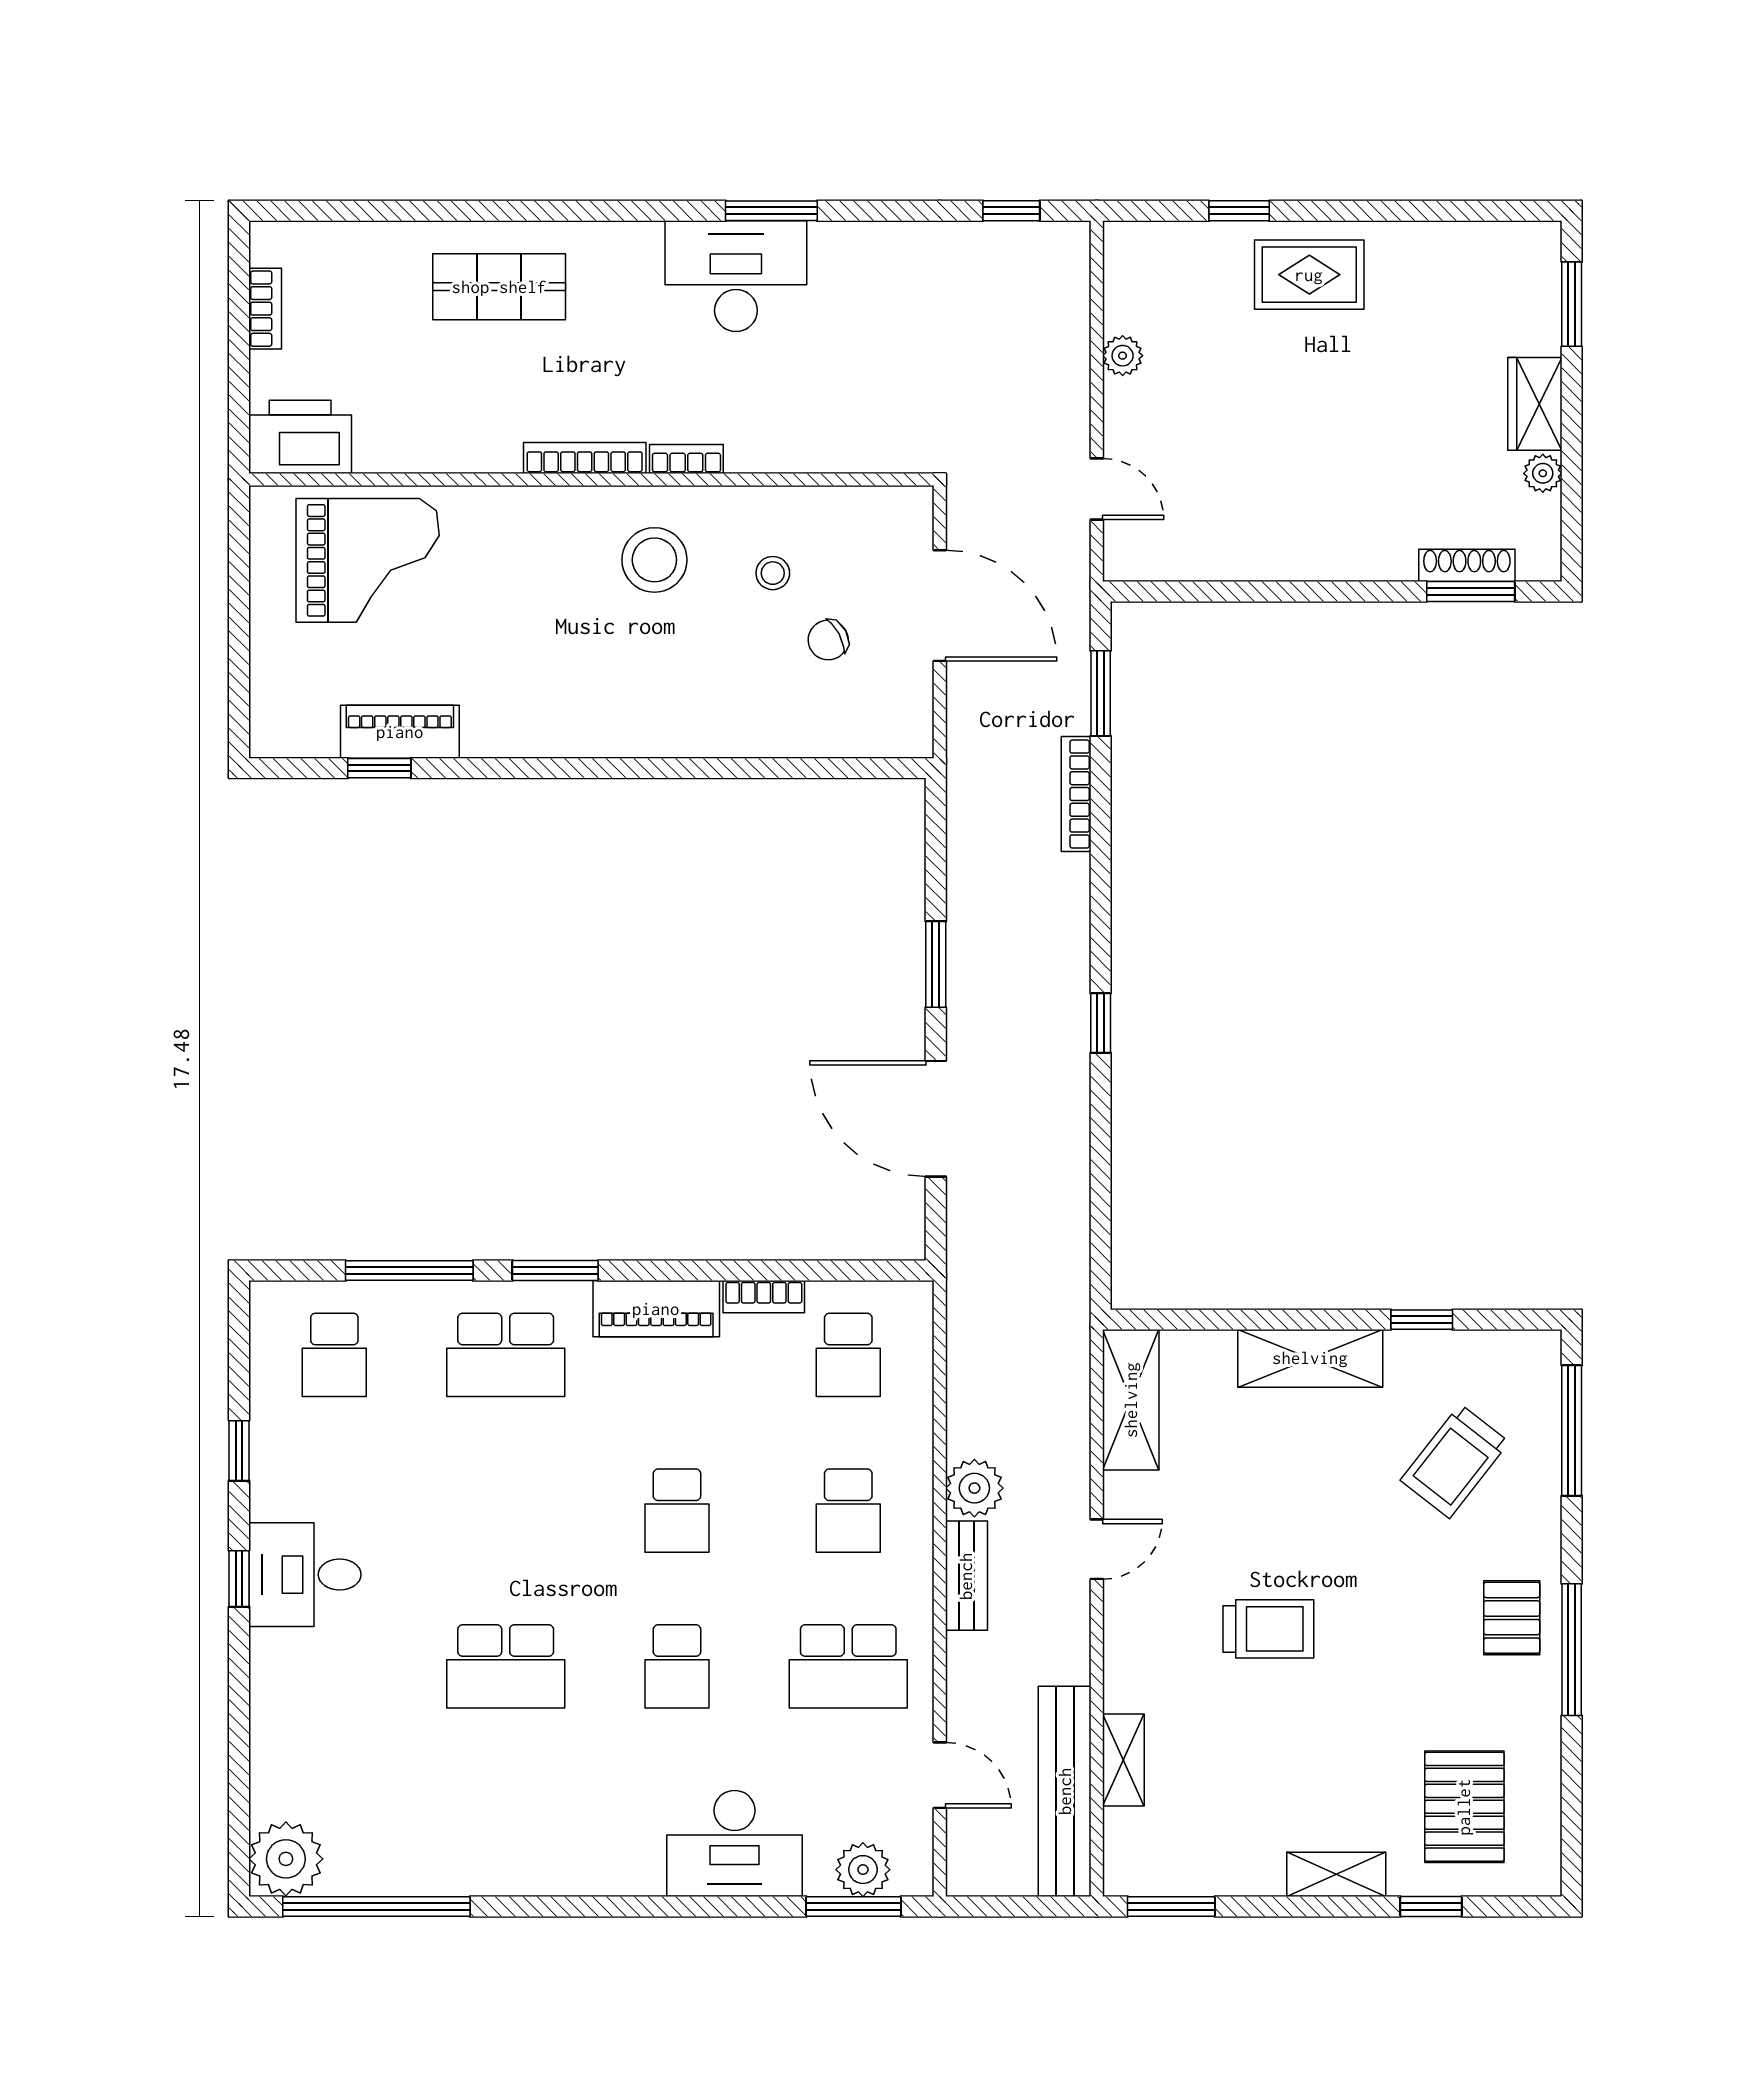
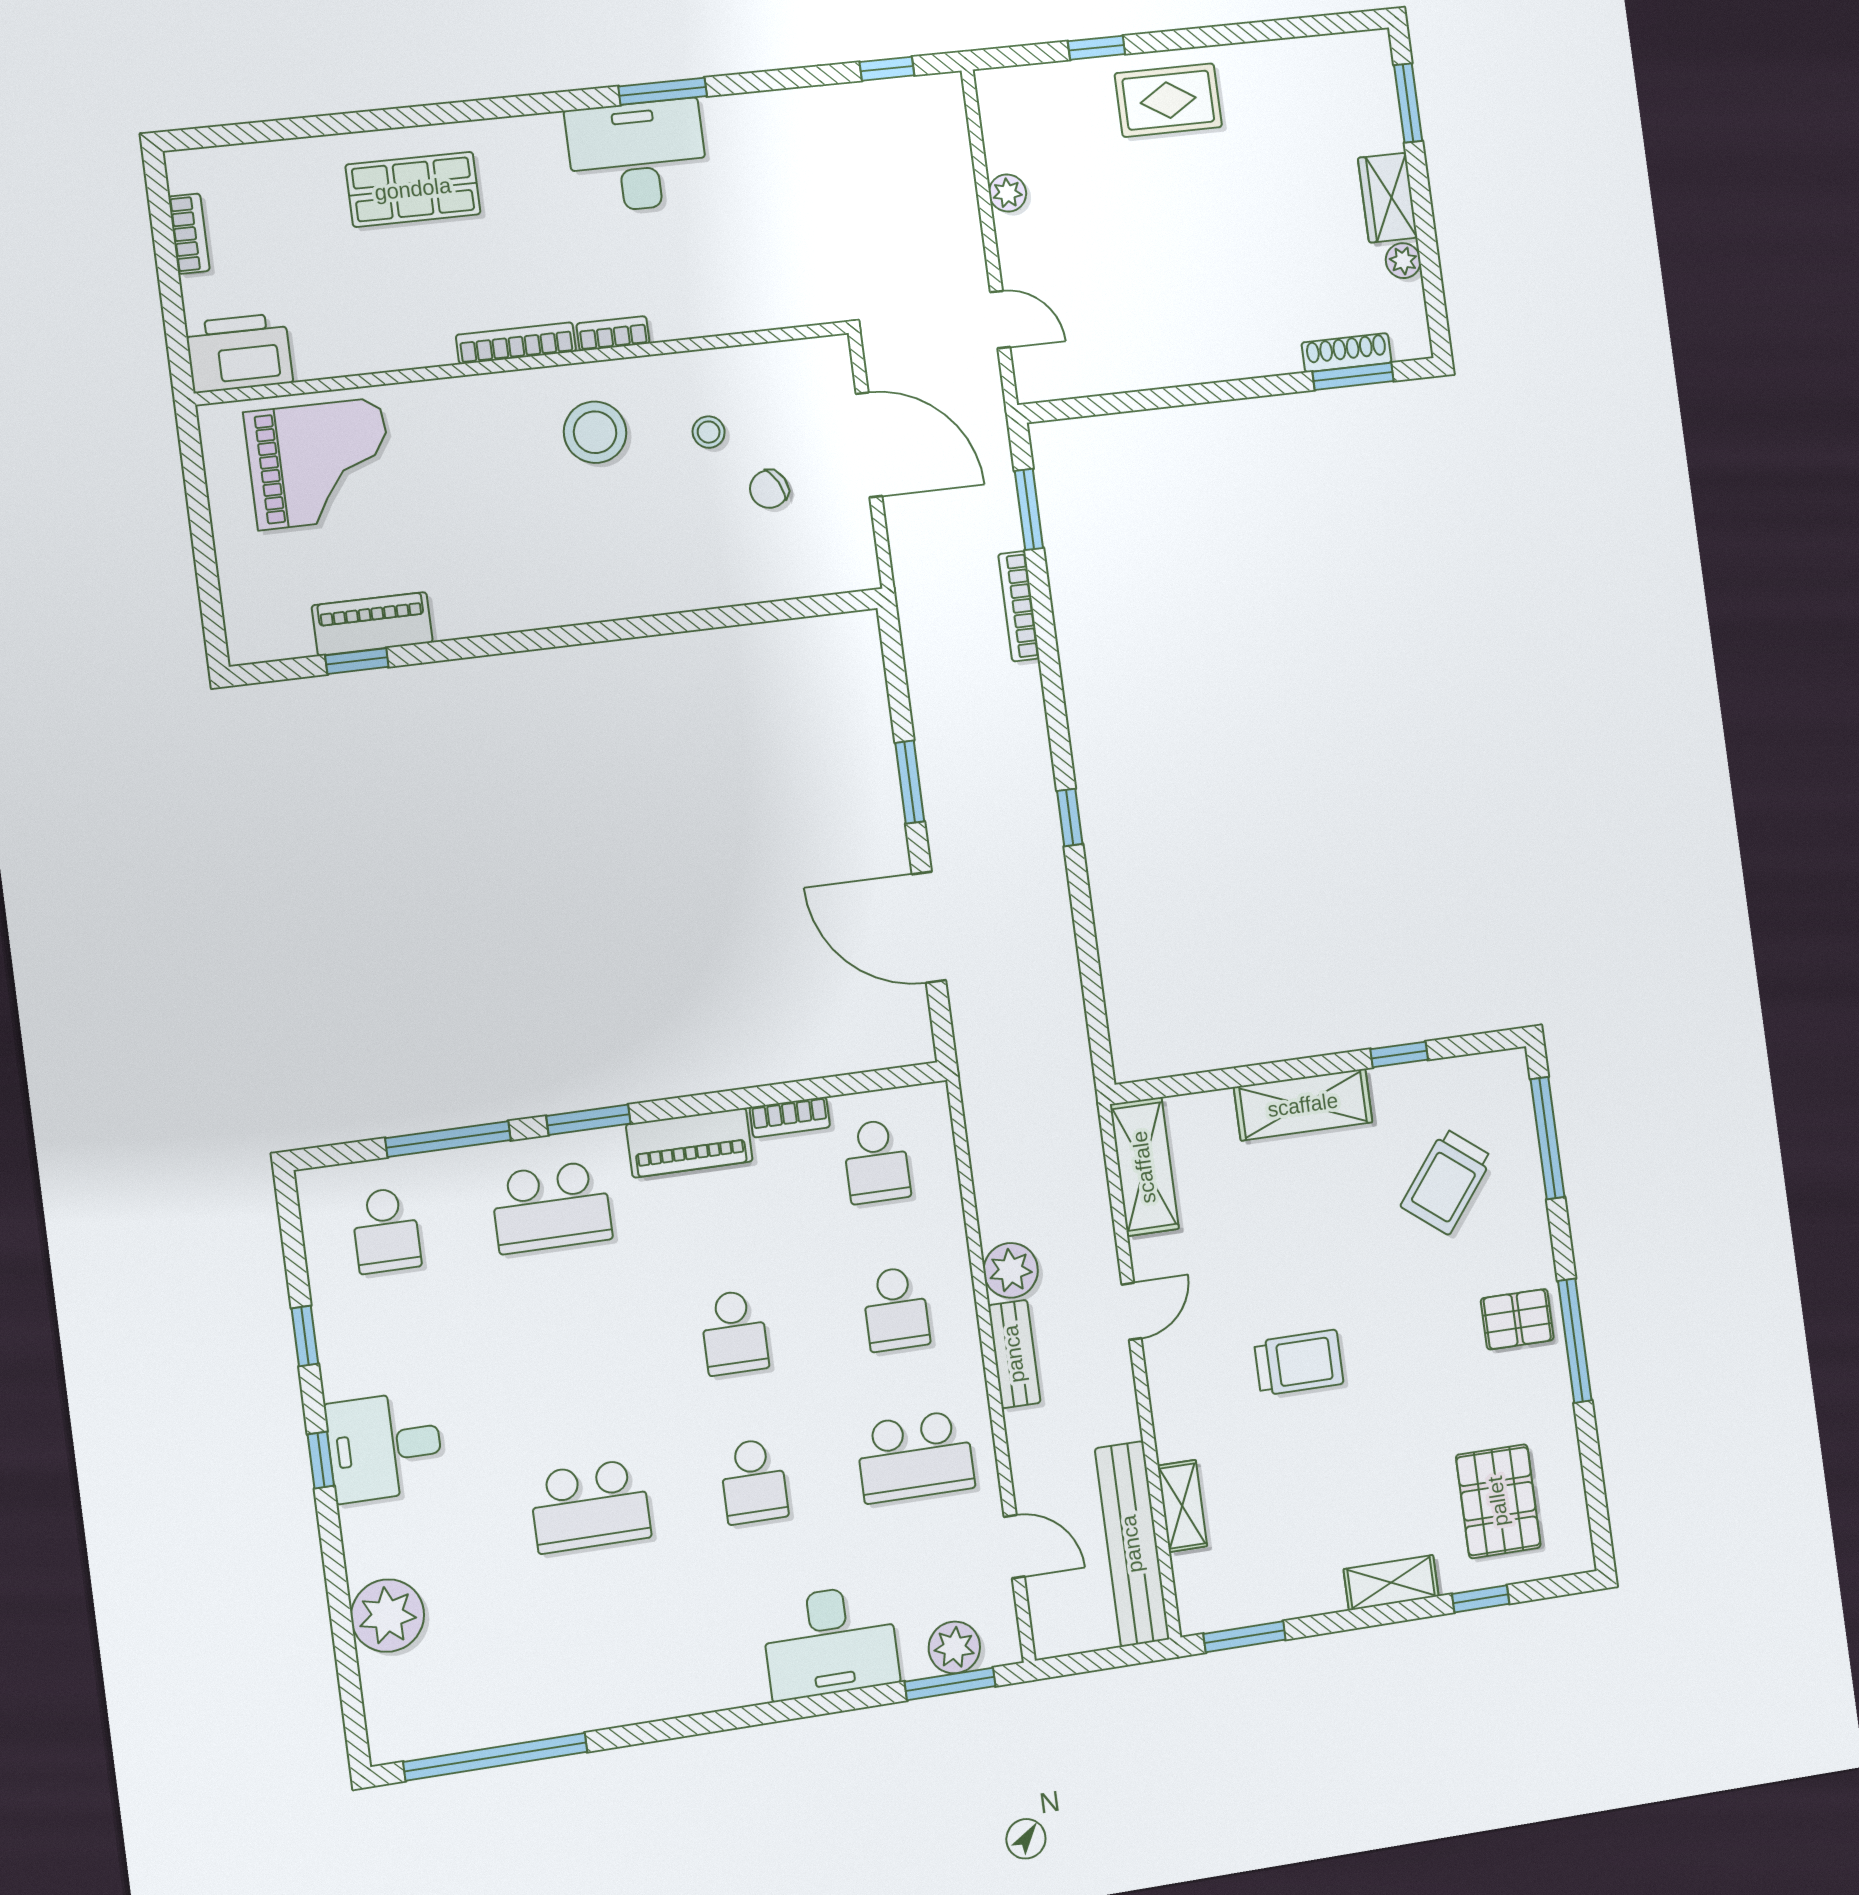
pallet: (1512, 1618) -> (1517, 1319), turned 90
plant: (286, 1859) -> (388, 1616), moved

